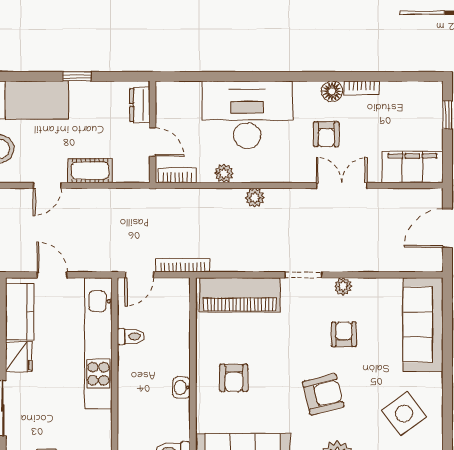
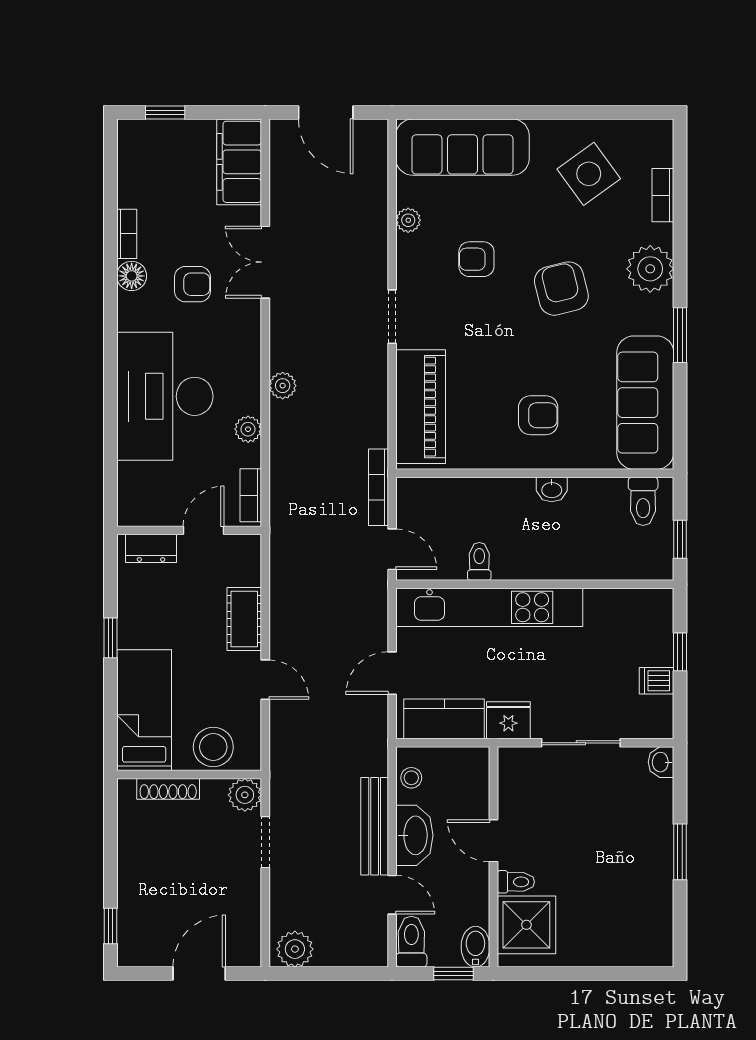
plant: (343, 286) -> (408, 220), moved

